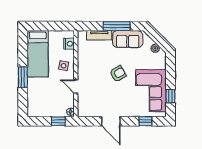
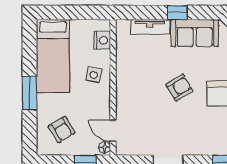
window: (117, 26) -> (177, 12), width x0.46
door: (76, 87) -> (113, 131), moved
armchair: (43, 100) -> (62, 130), added

